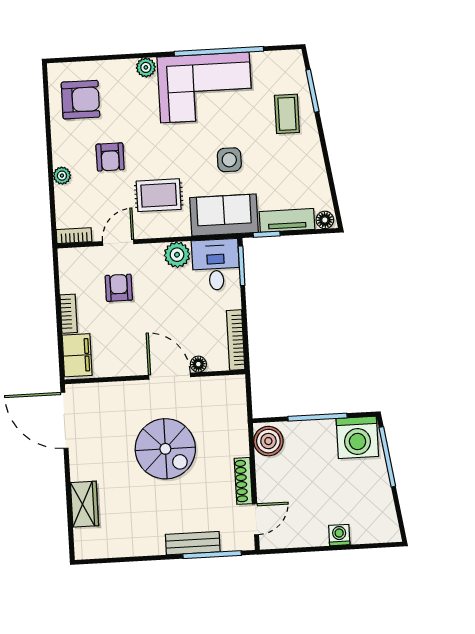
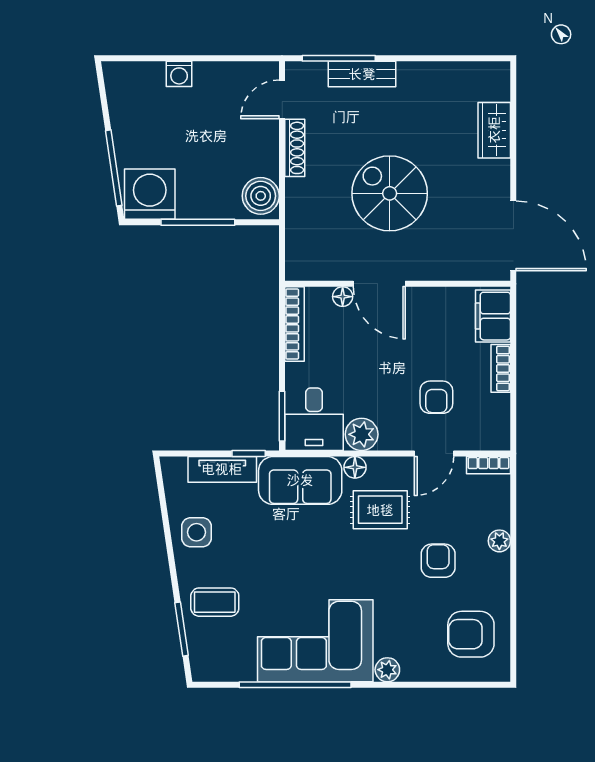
coffee table: (287, 114) -> (215, 602), turned 90
side table: (229, 160) -> (197, 532), moved
floor lamp: (325, 220) -> (355, 467), moved

